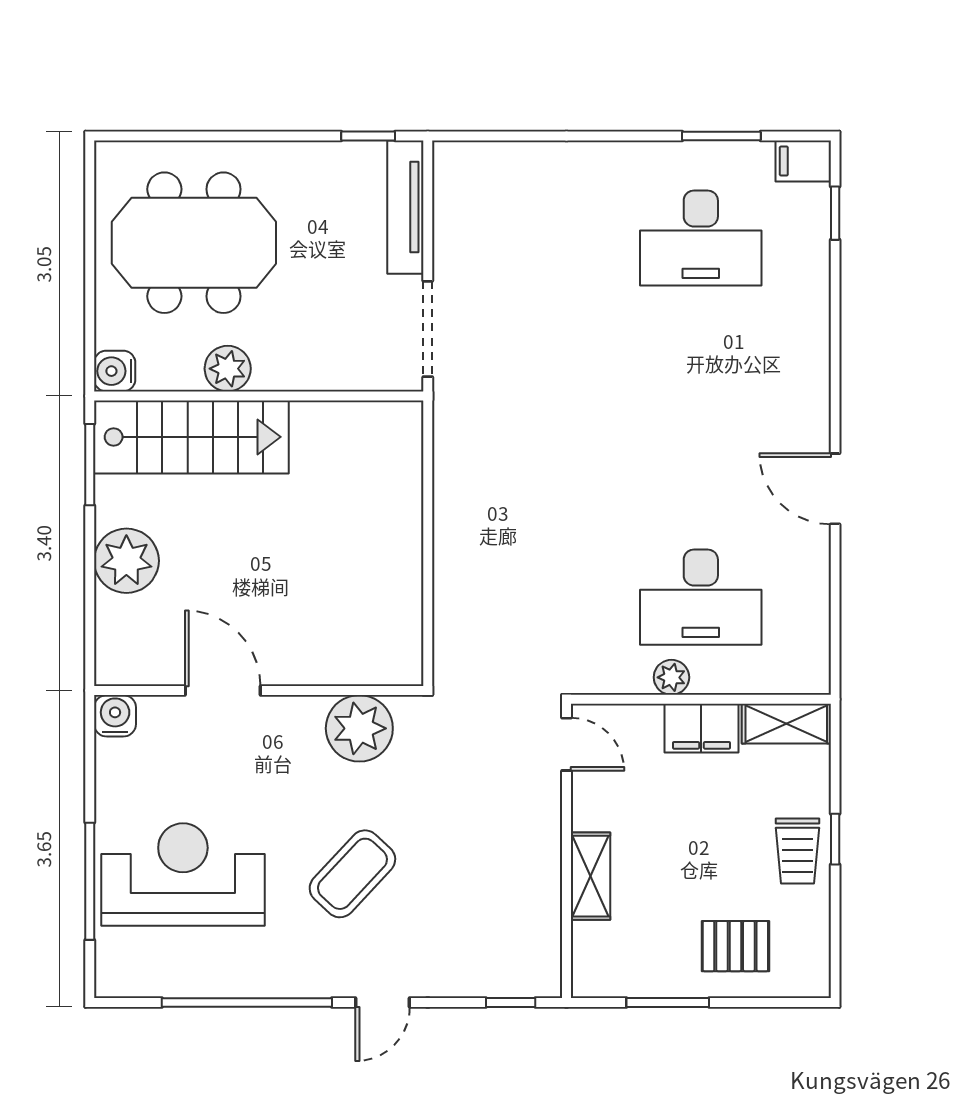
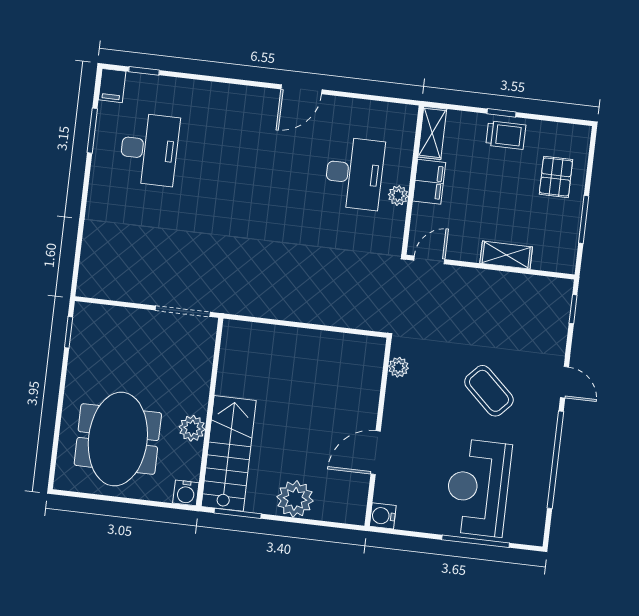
tv unit: (405, 207) -> (112, 316), removed
plant: (359, 728) -> (398, 367), width x0.53, depth x0.53

